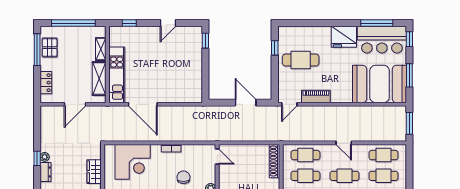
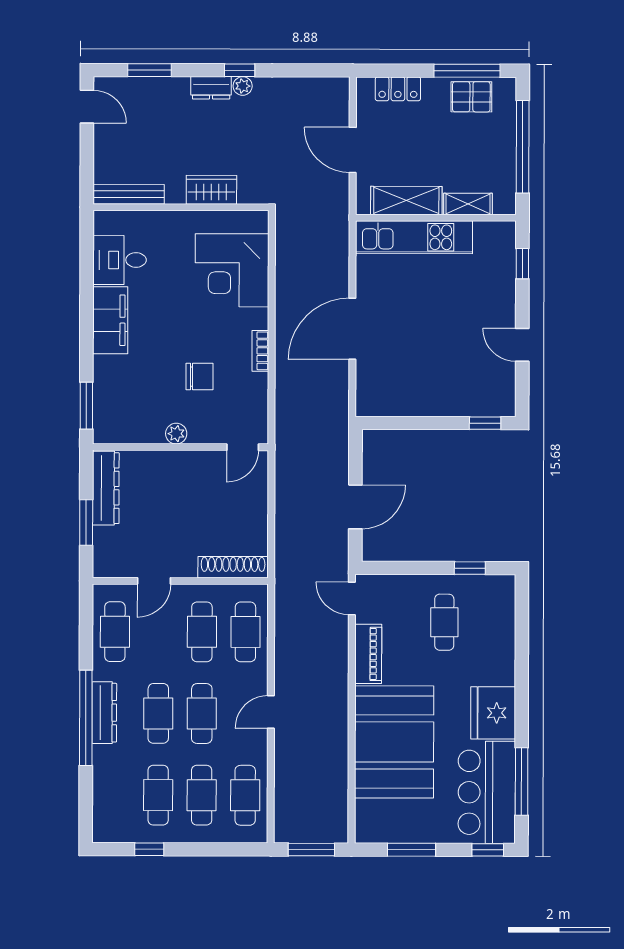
cafe table: (301, 60) -> (444, 622), width x0.73, depth x0.74
booth: (380, 84) -> (394, 742), moved
door: (143, 104) -> (352, 329), moved

